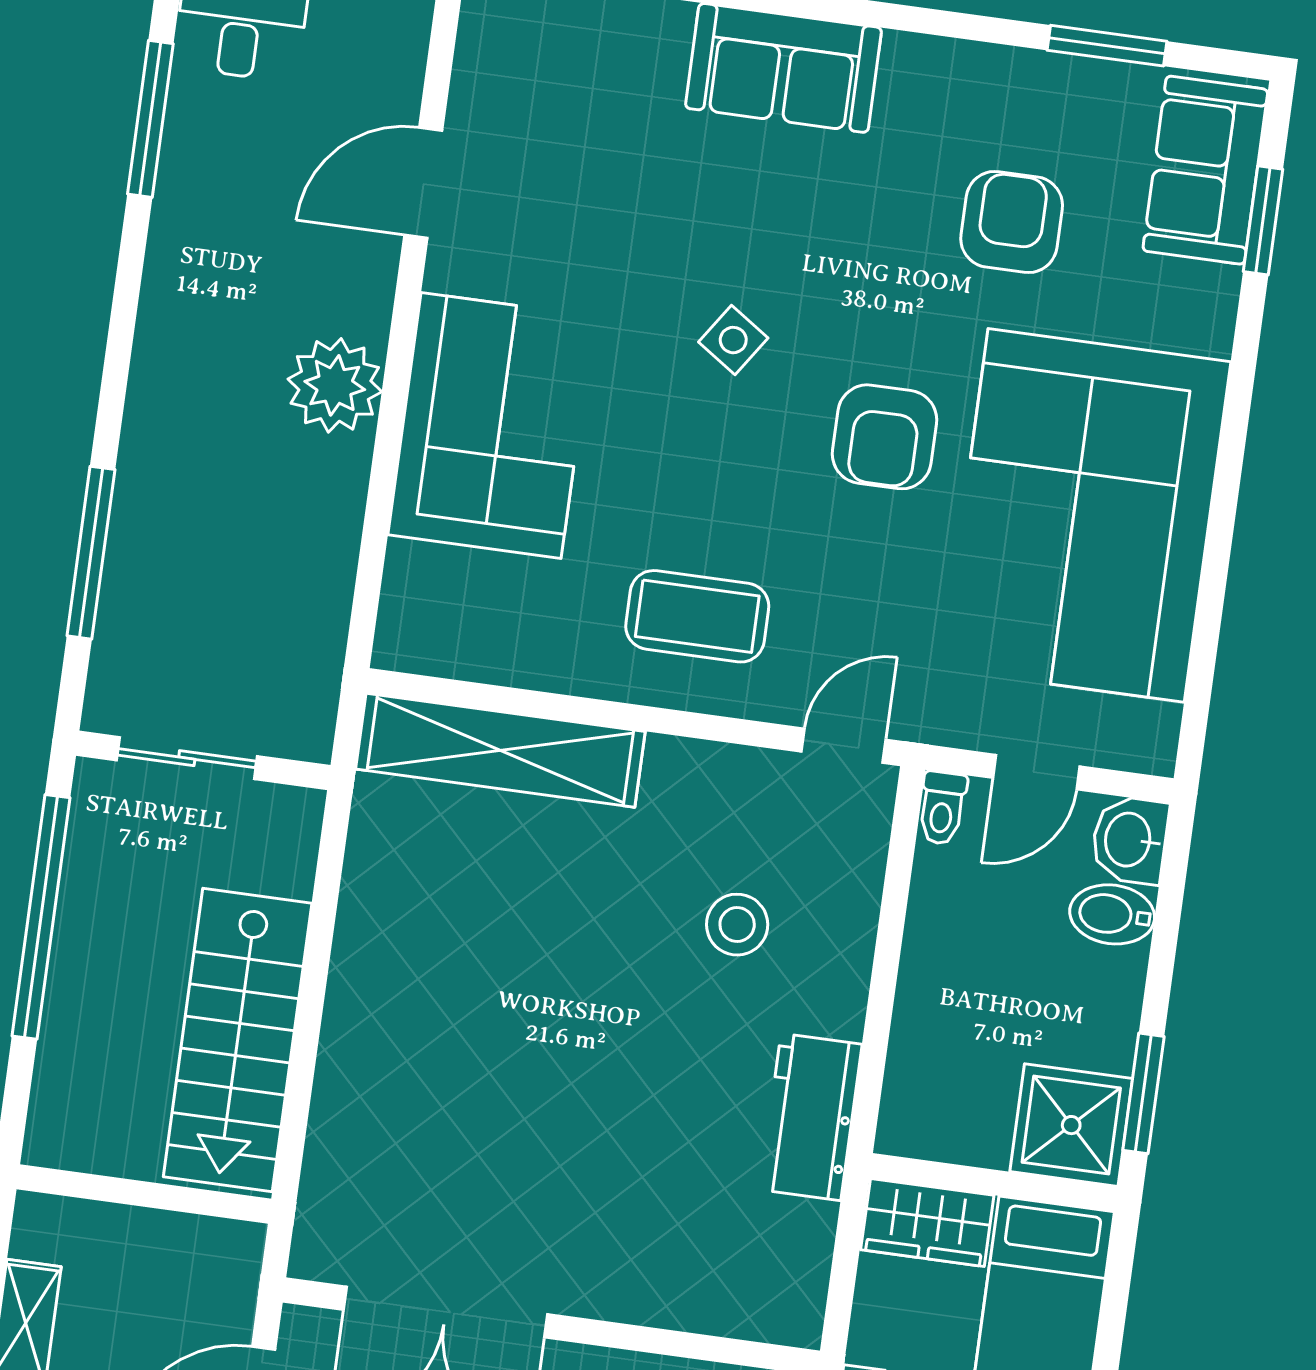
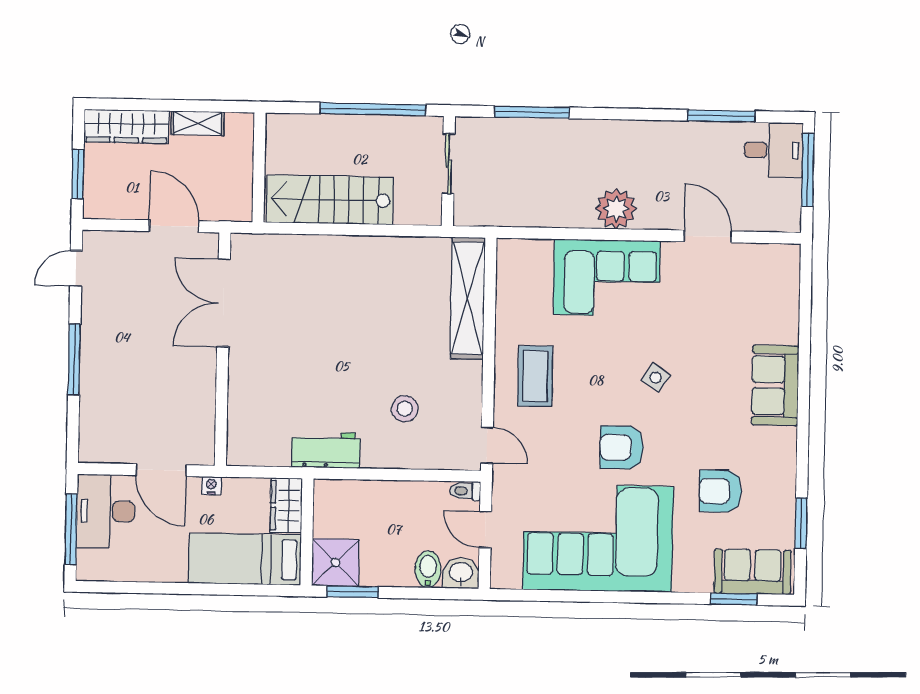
armchair: (1012, 222) -> (720, 491), turned 180

